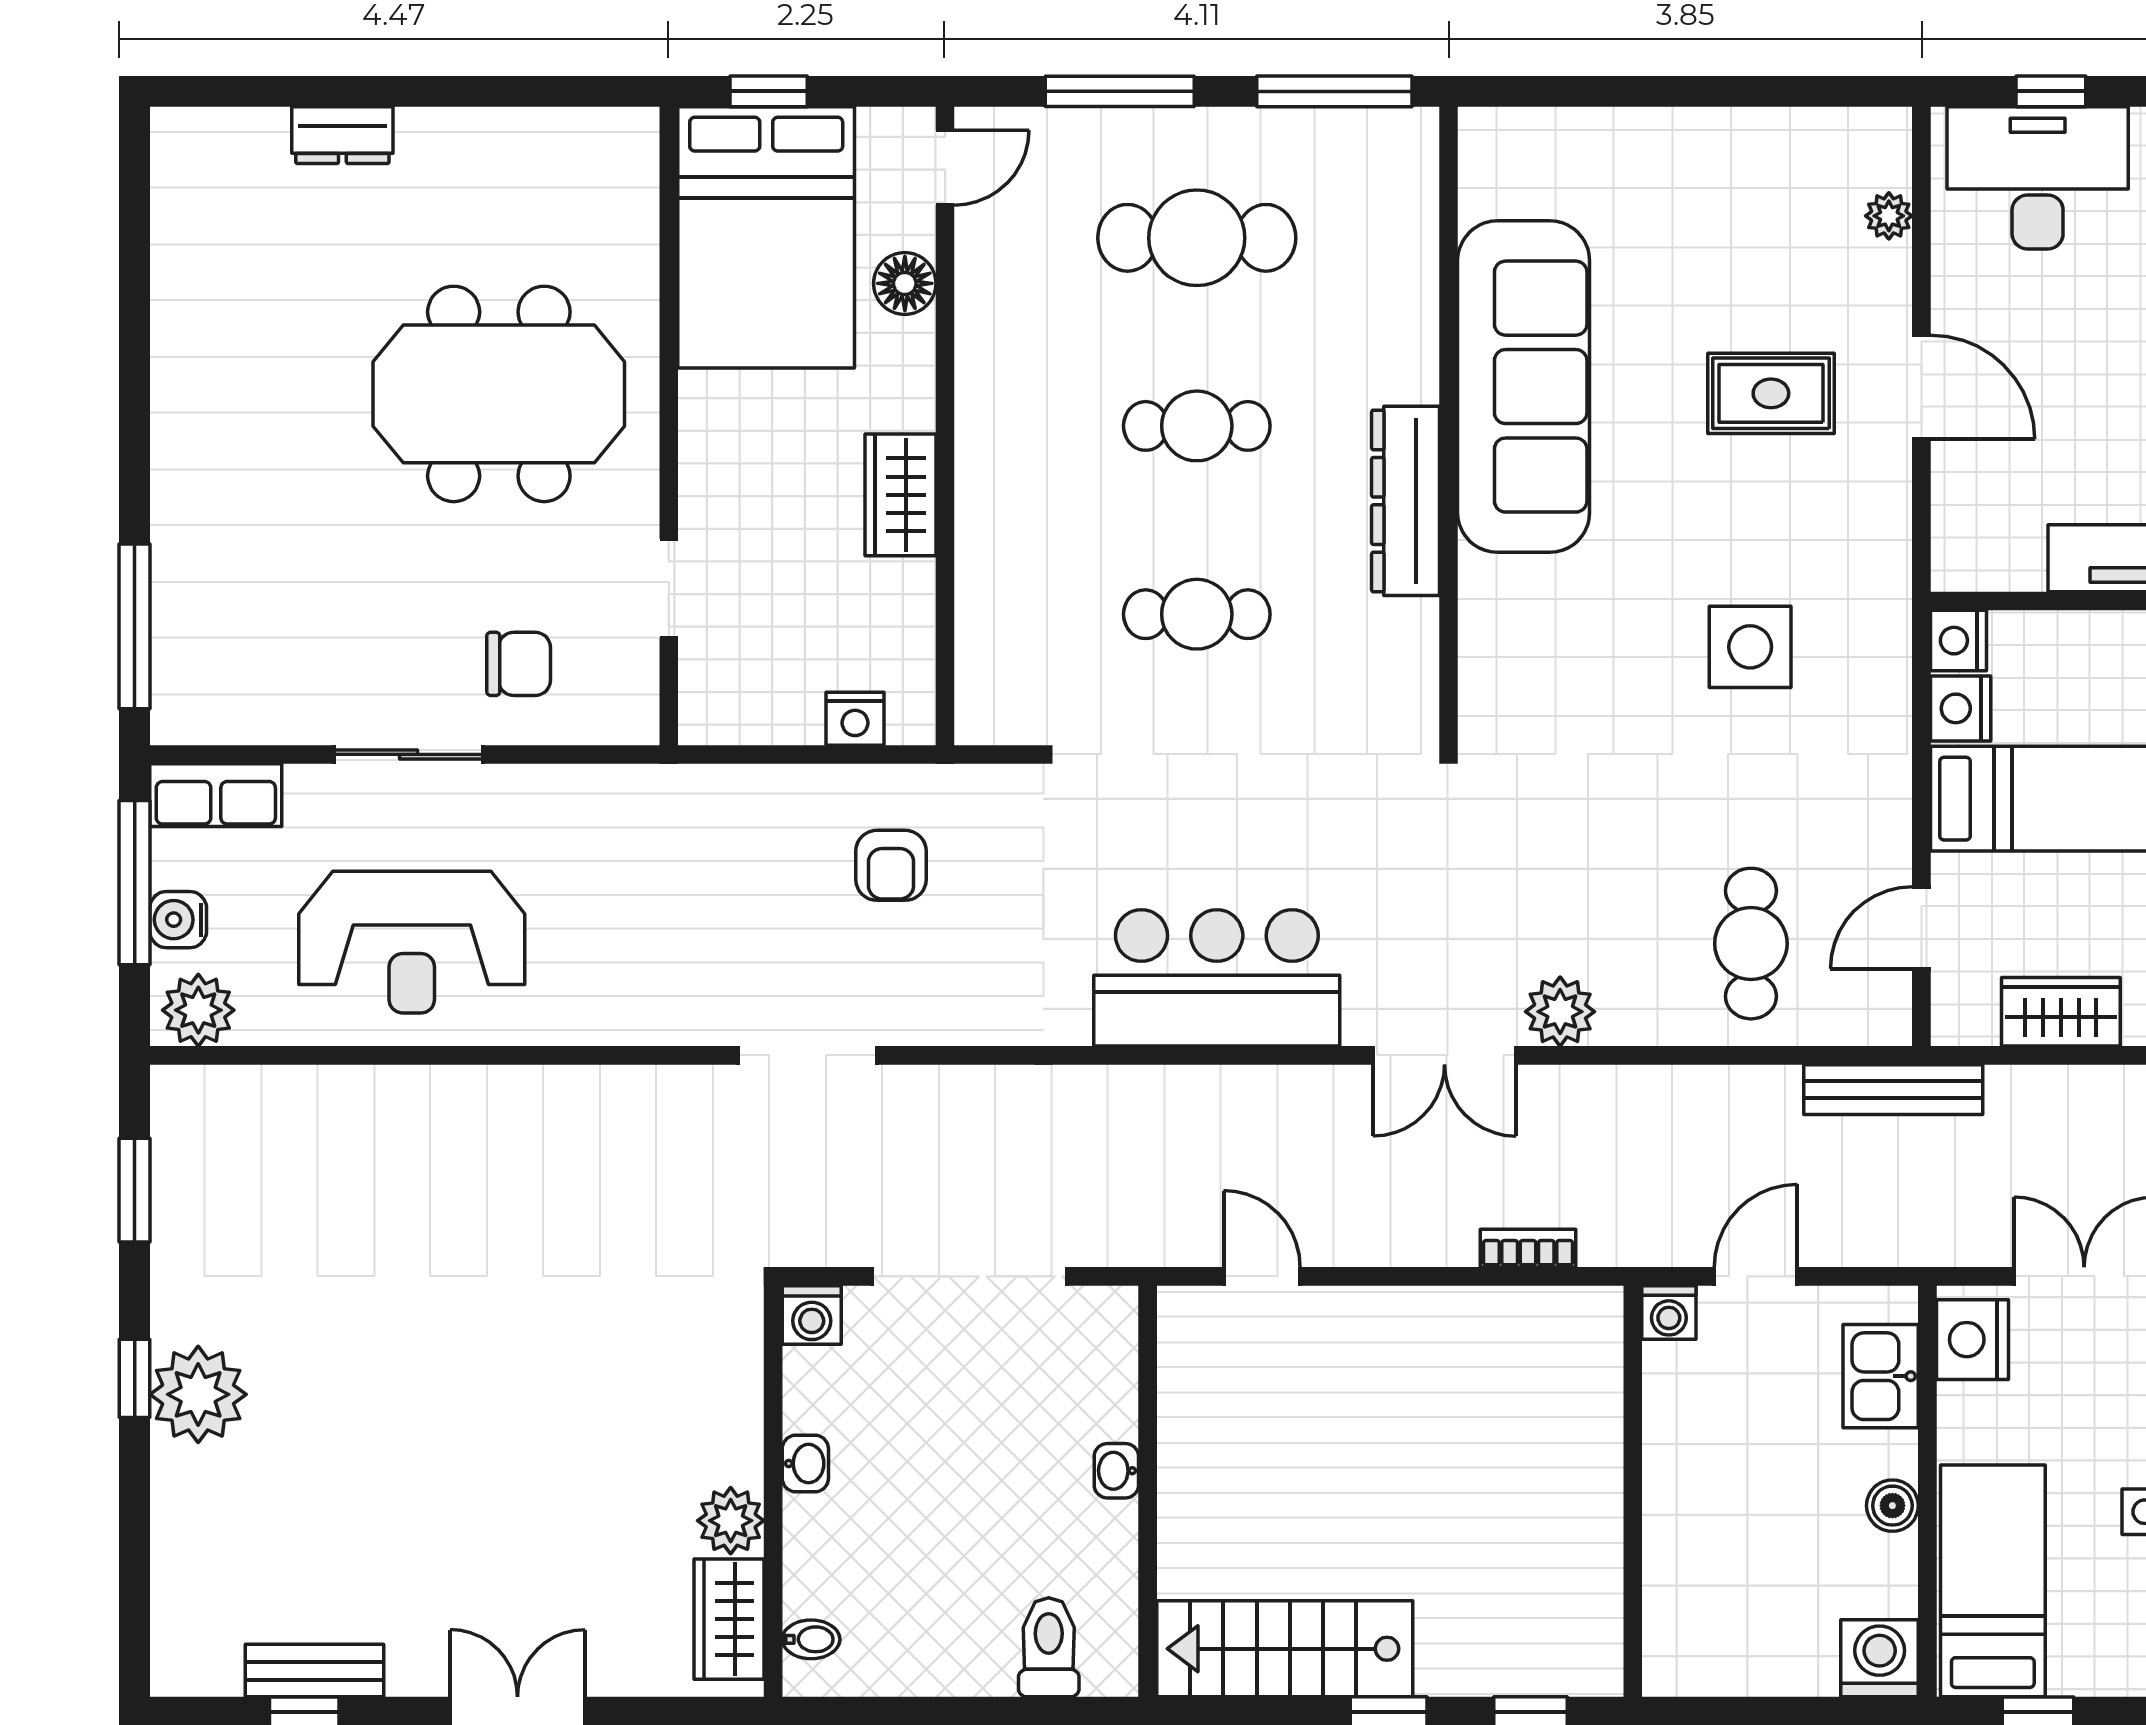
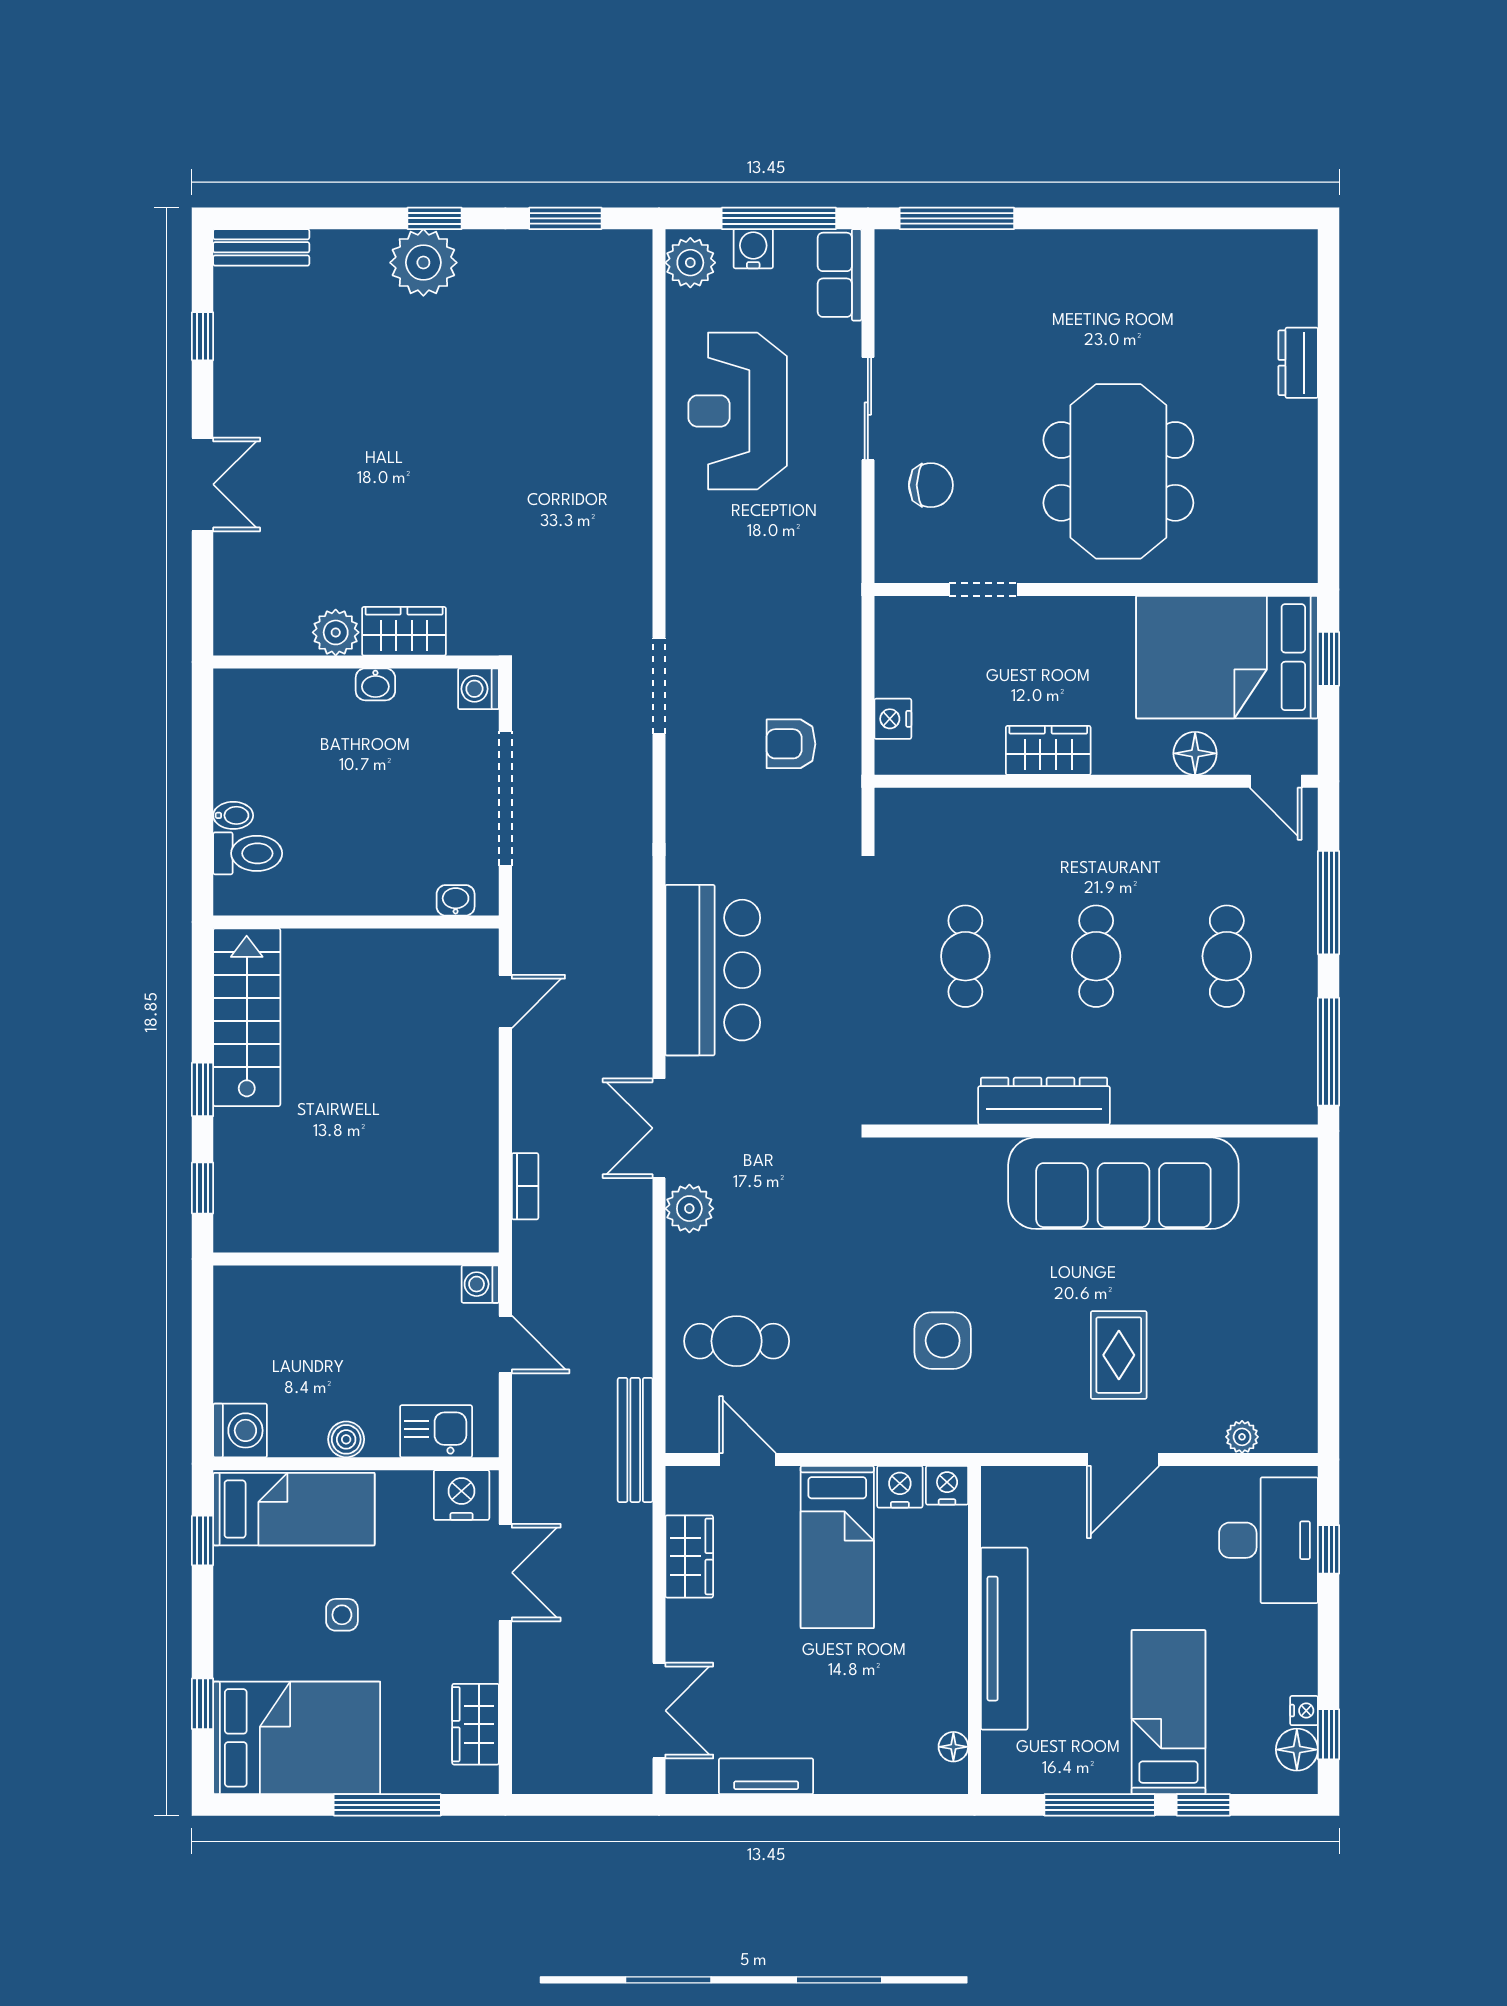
cafe table: (1197, 238) -> (1227, 956), width x0.73, depth x0.74
chair: (519, 664) -> (931, 485), turned -90
washbasin: (1116, 1471) -> (456, 900), moved
wardrobe: (729, 1619) -> (404, 631), moved
bidet: (811, 1639) -> (233, 815), moved, turned -90
bench: (315, 1671) -> (261, 247), moved, turned 90

